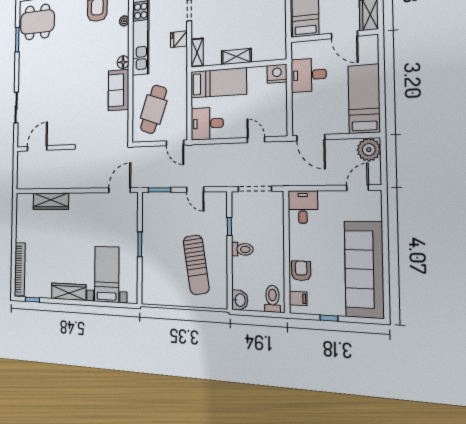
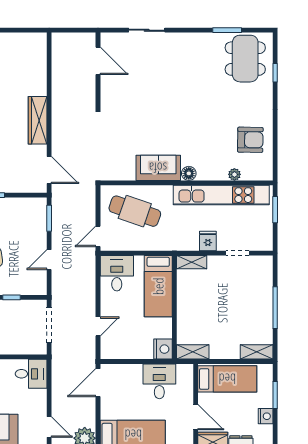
door: (344, 35) -> (196, 417), swing flipped
shelving: (236, 57) -> (193, 352), moved, turned 90
wardrobe: (51, 201) -> (38, 120), moved

